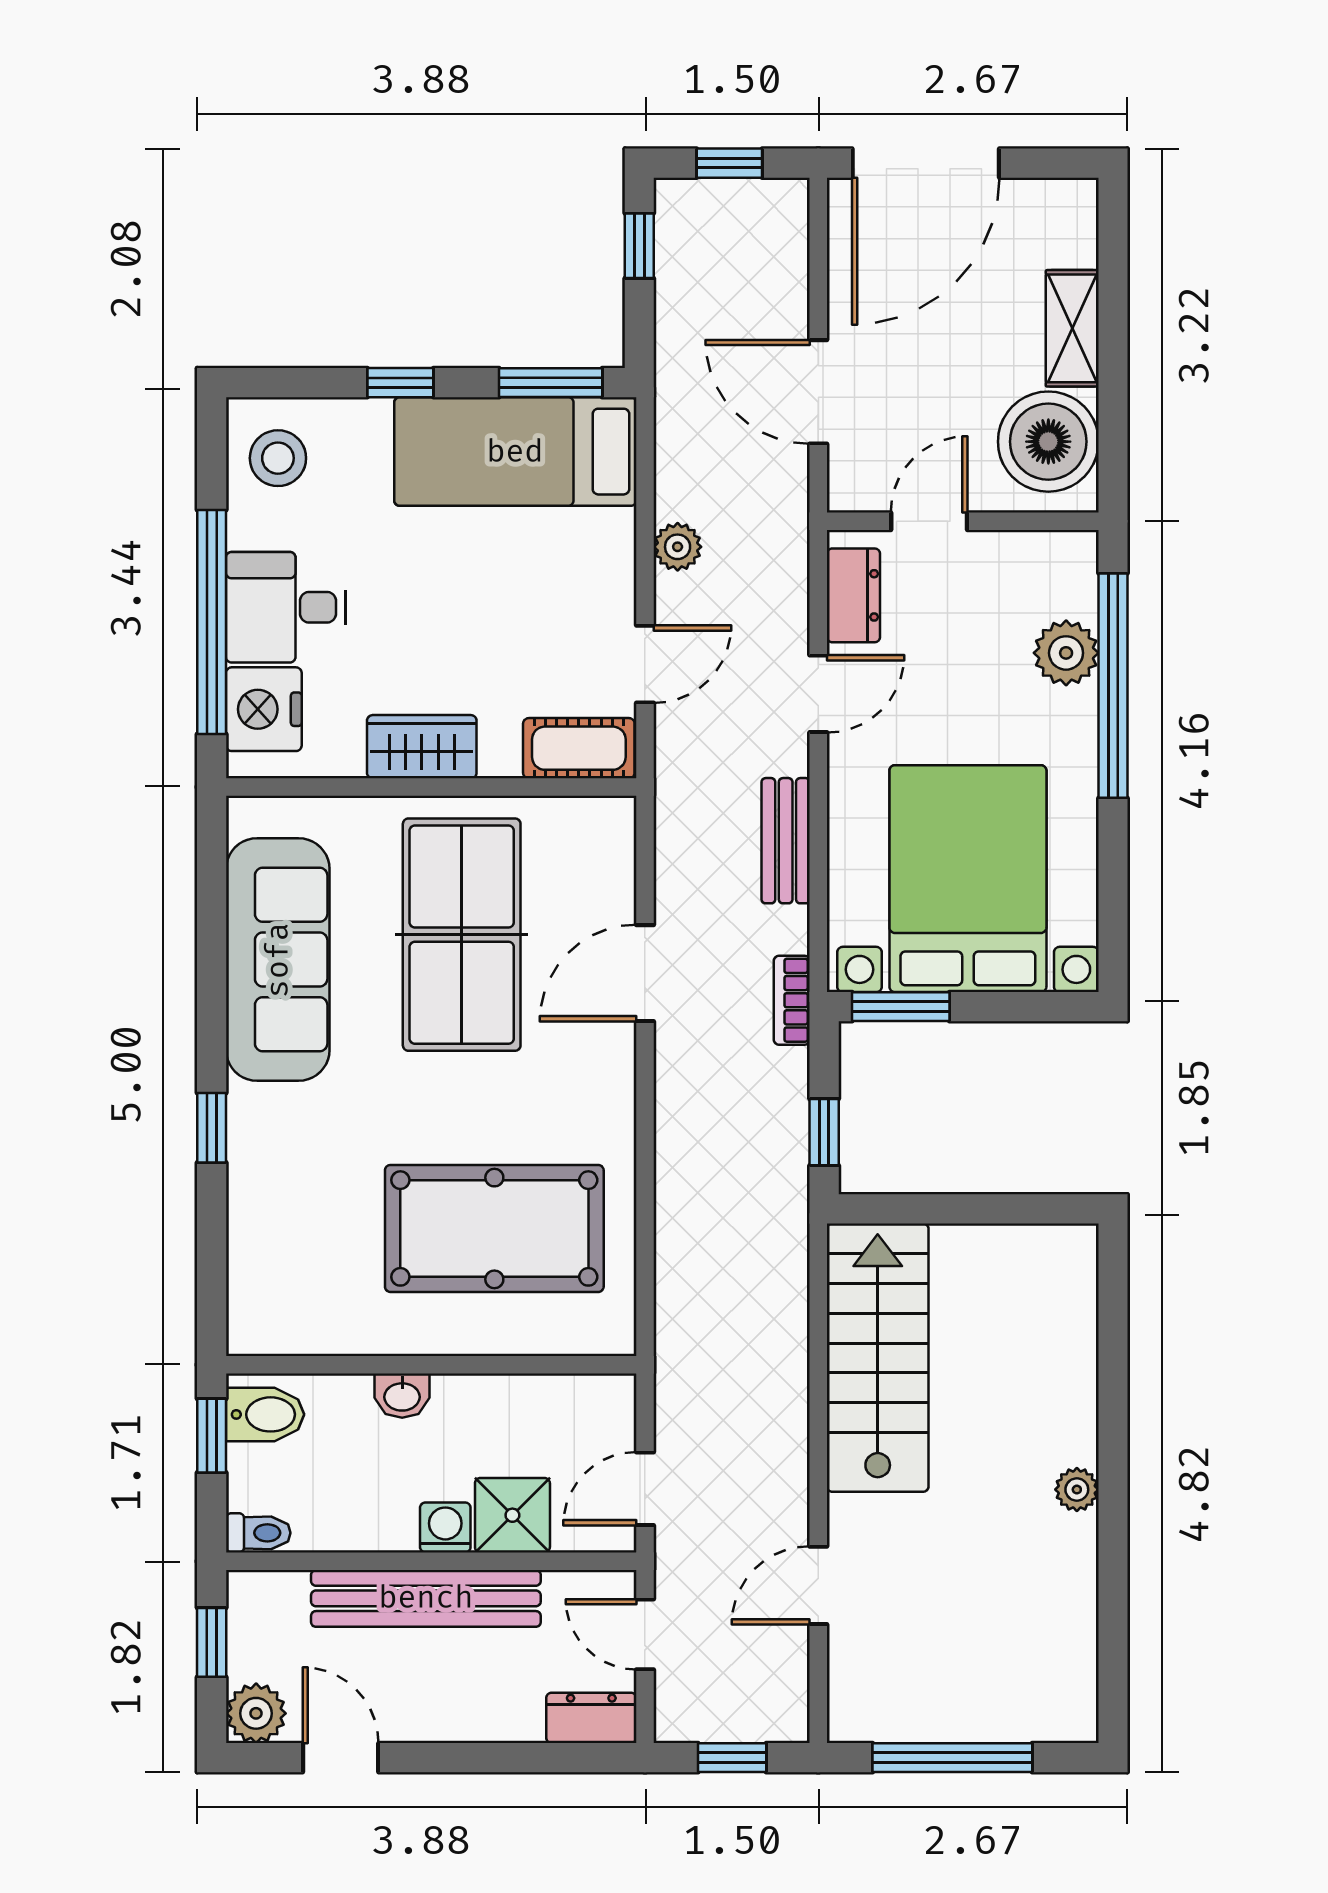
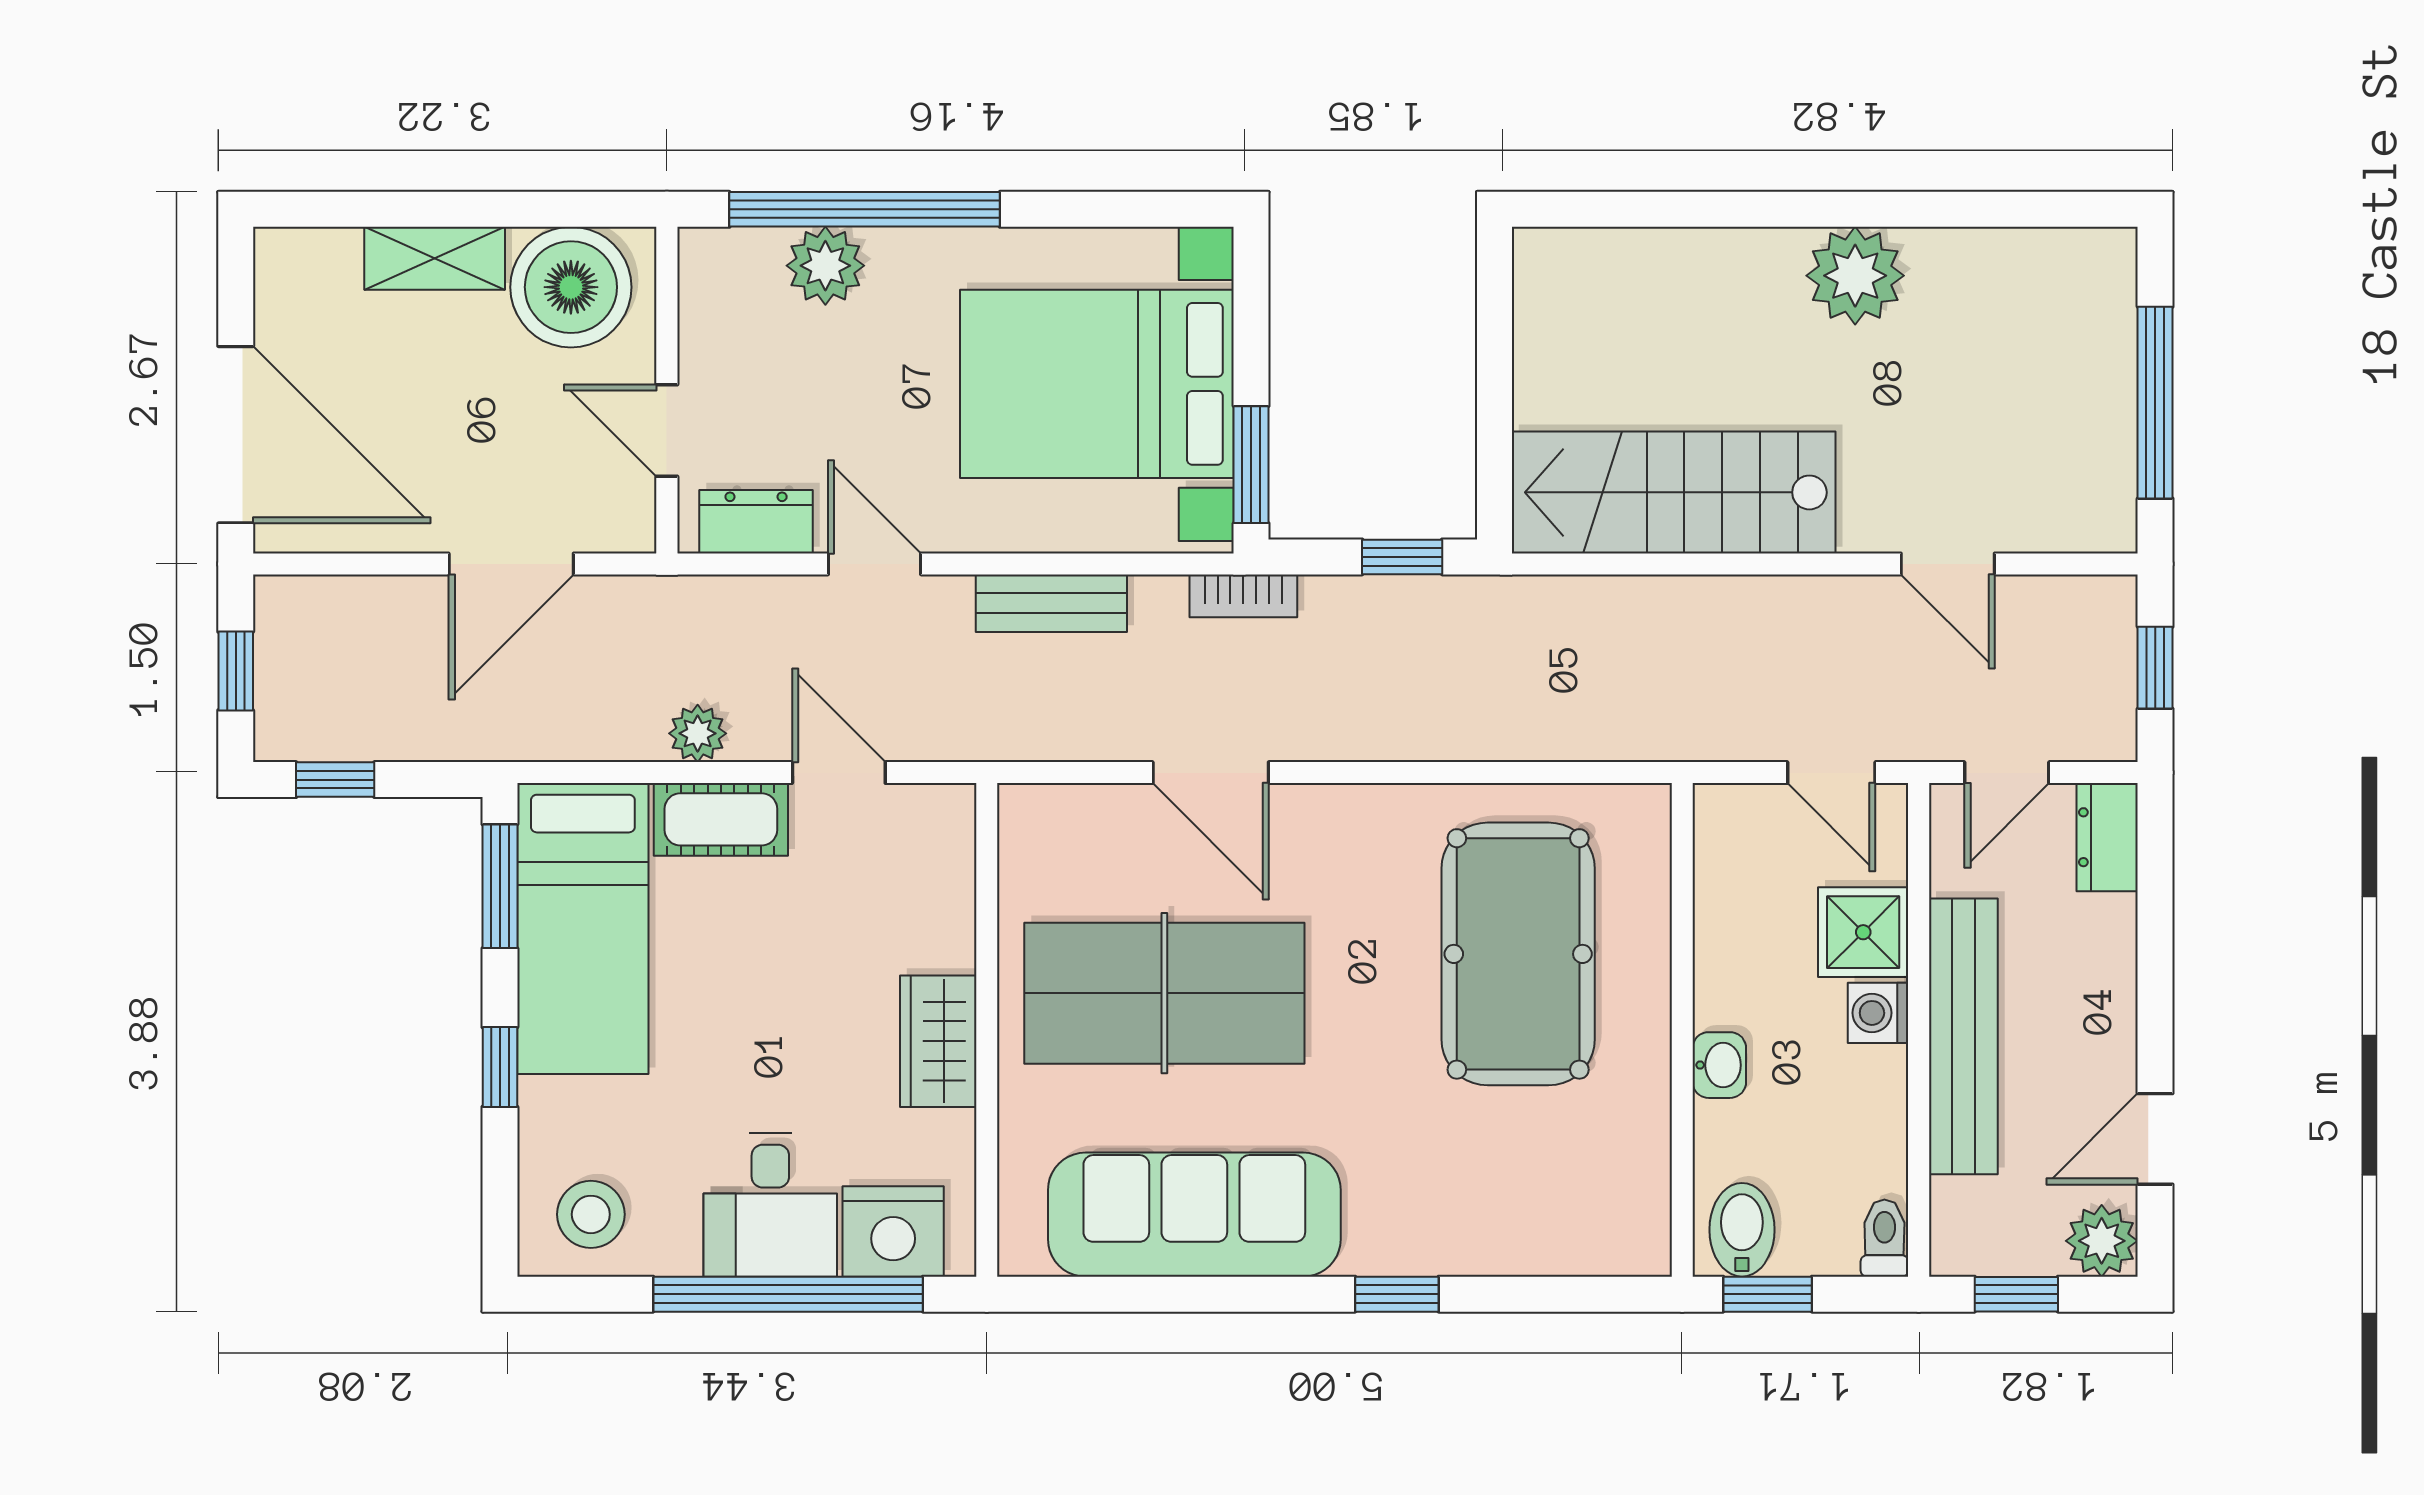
cot: (579, 748) -> (721, 819), moved, turned 90
plant: (1077, 1490) -> (1855, 276), width x1.87, depth x1.87

